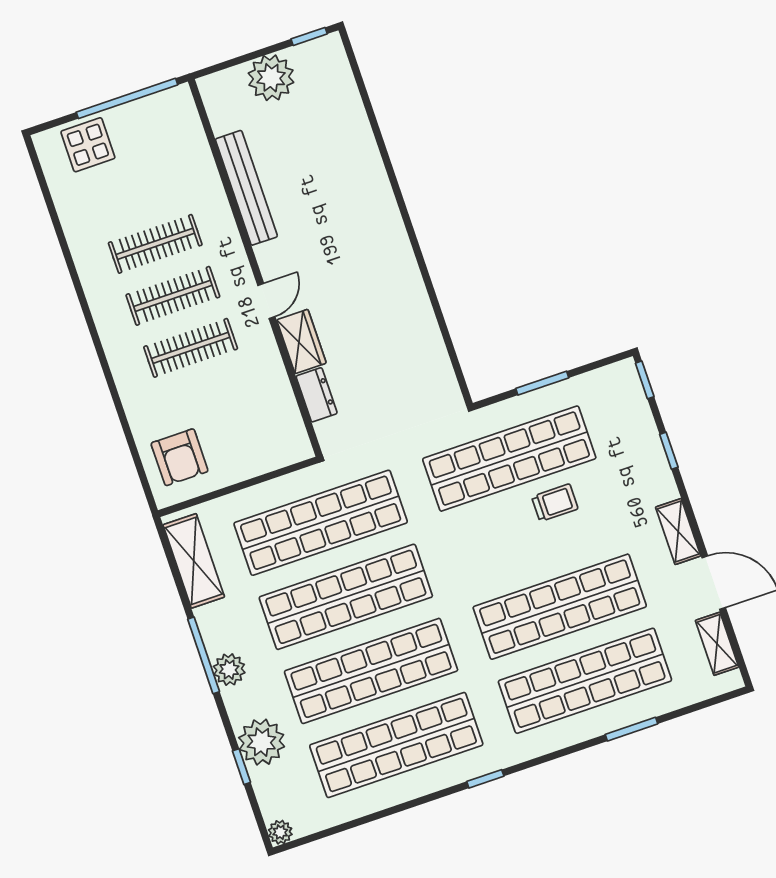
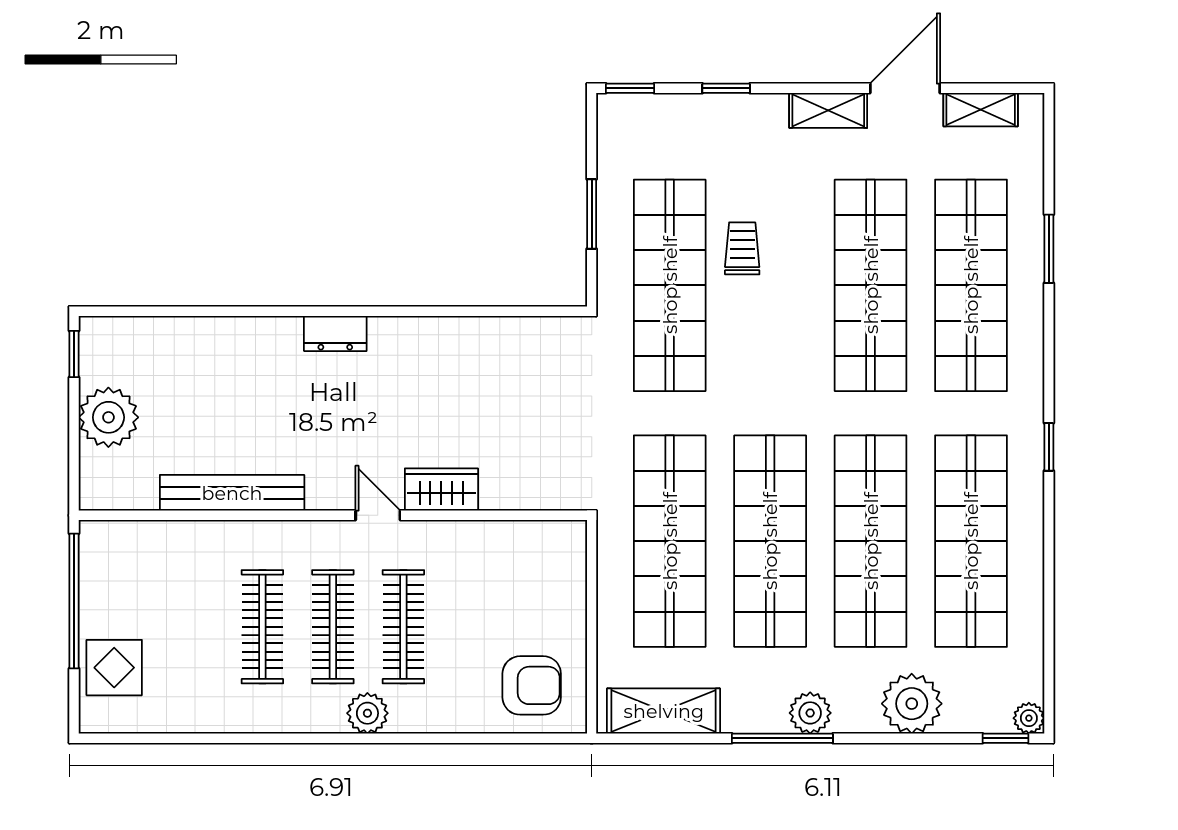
plant: (118, 343) -> (367, 713), added
dresser: (317, 395) -> (335, 333), moved, turned 180
window: (241, 767) -> (1005, 738), moved

